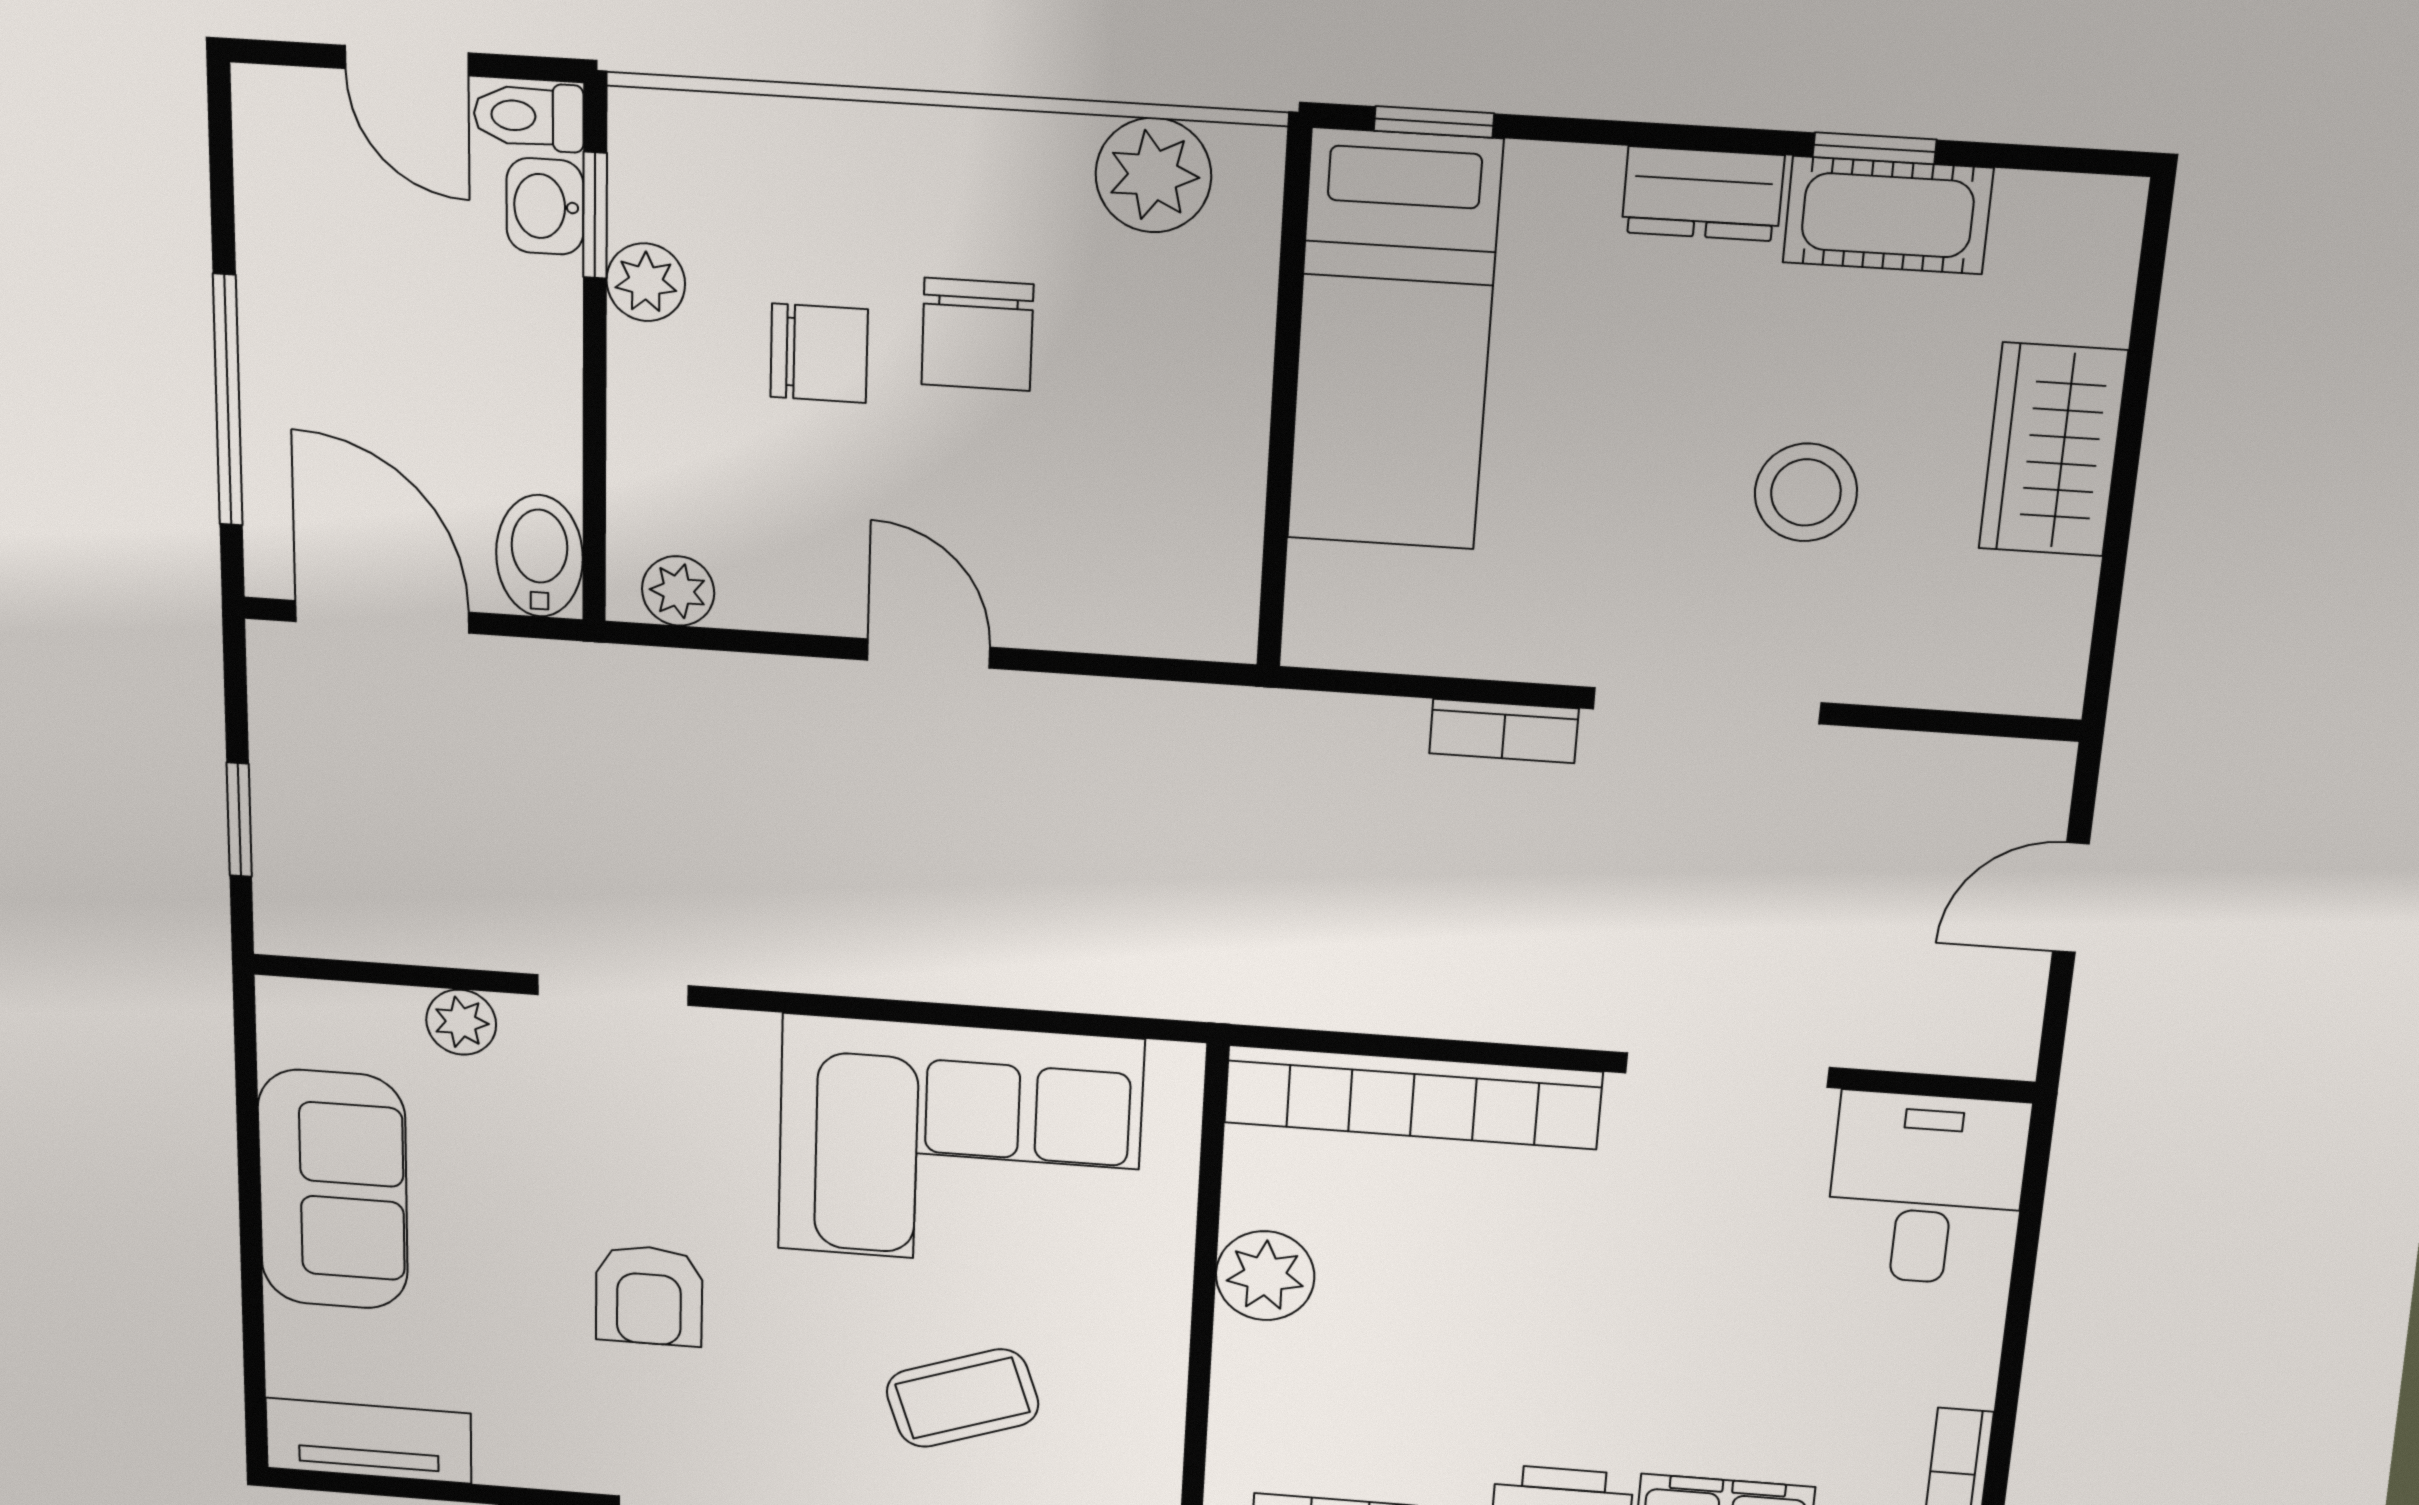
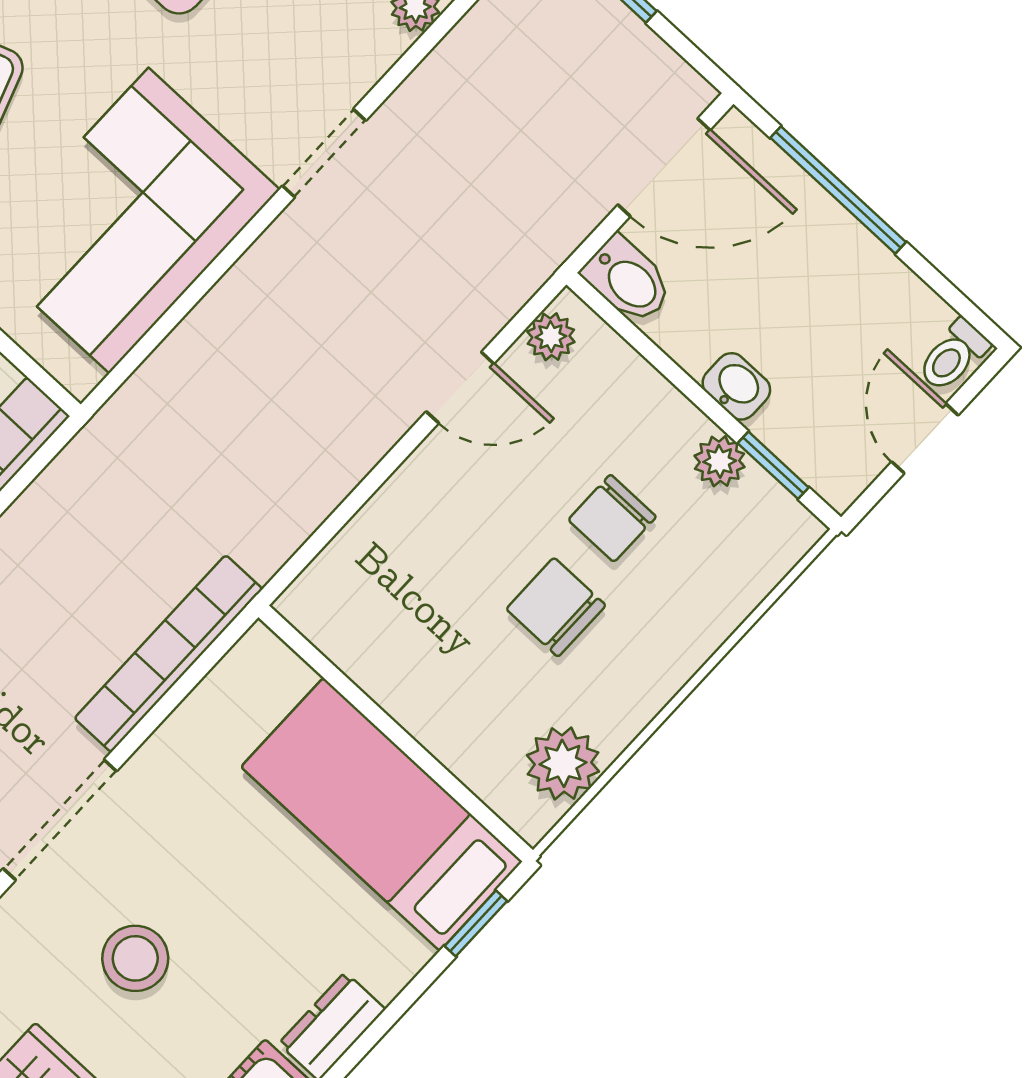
door: (407, 61) -> (925, 438), hinge flipped
toilet: (529, 116) -> (953, 356), moved, turned 180
washbasin: (545, 206) -> (736, 386), moved
door: (929, 654) -> (460, 388), moved
bookcase: (1504, 731) -> (169, 654), width x2.31, depth x1.31
doorway: (613, 990) -> (324, 153), moved

